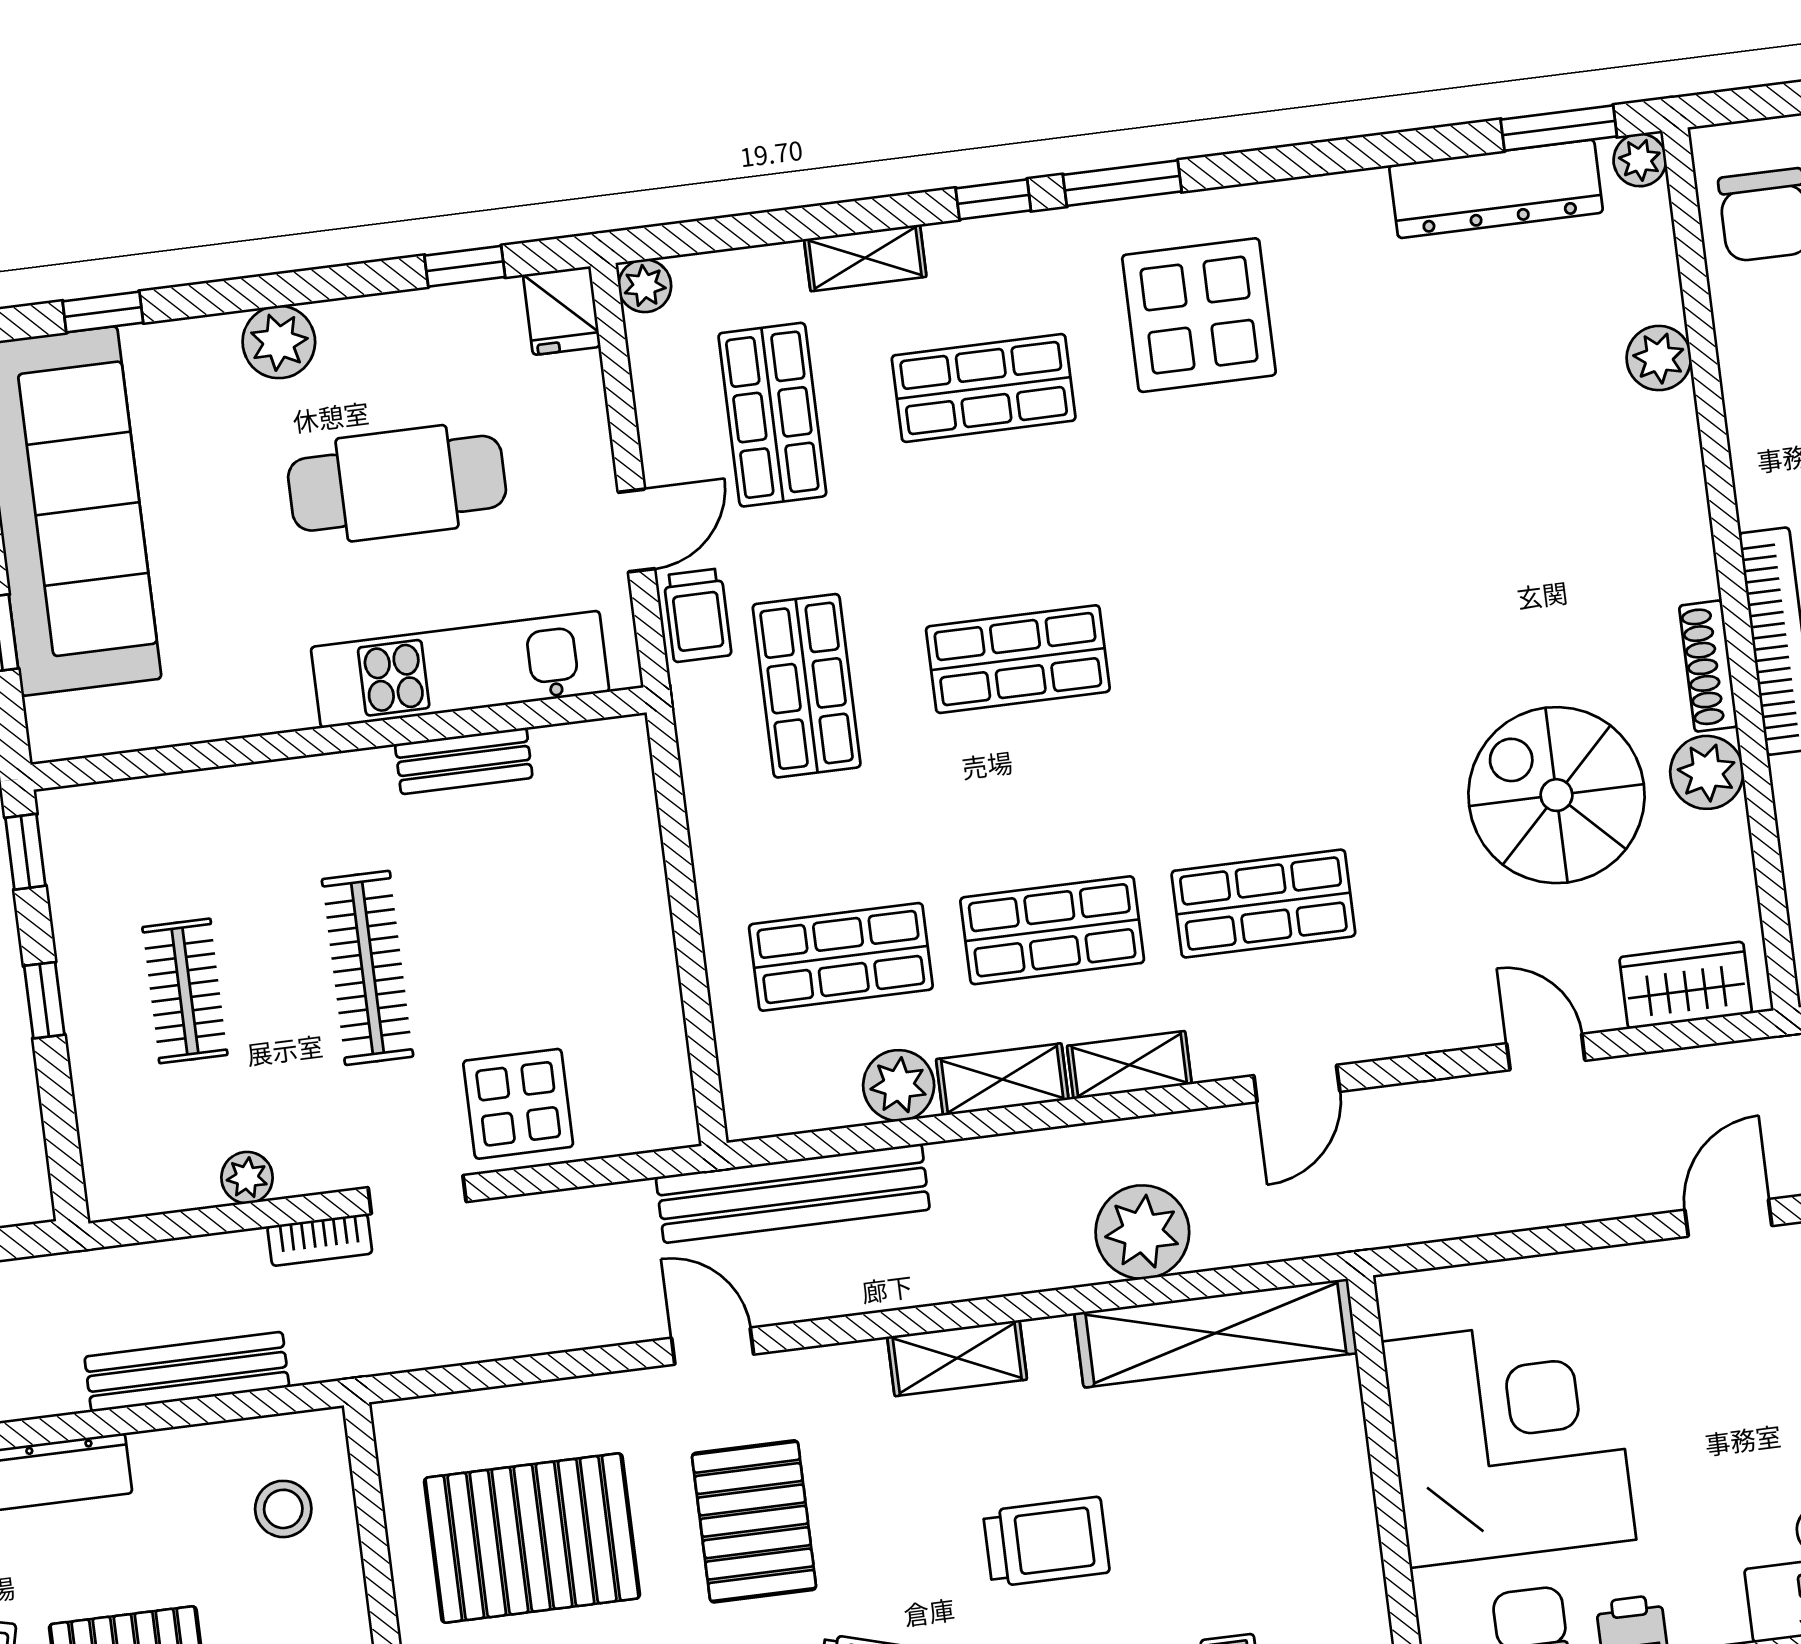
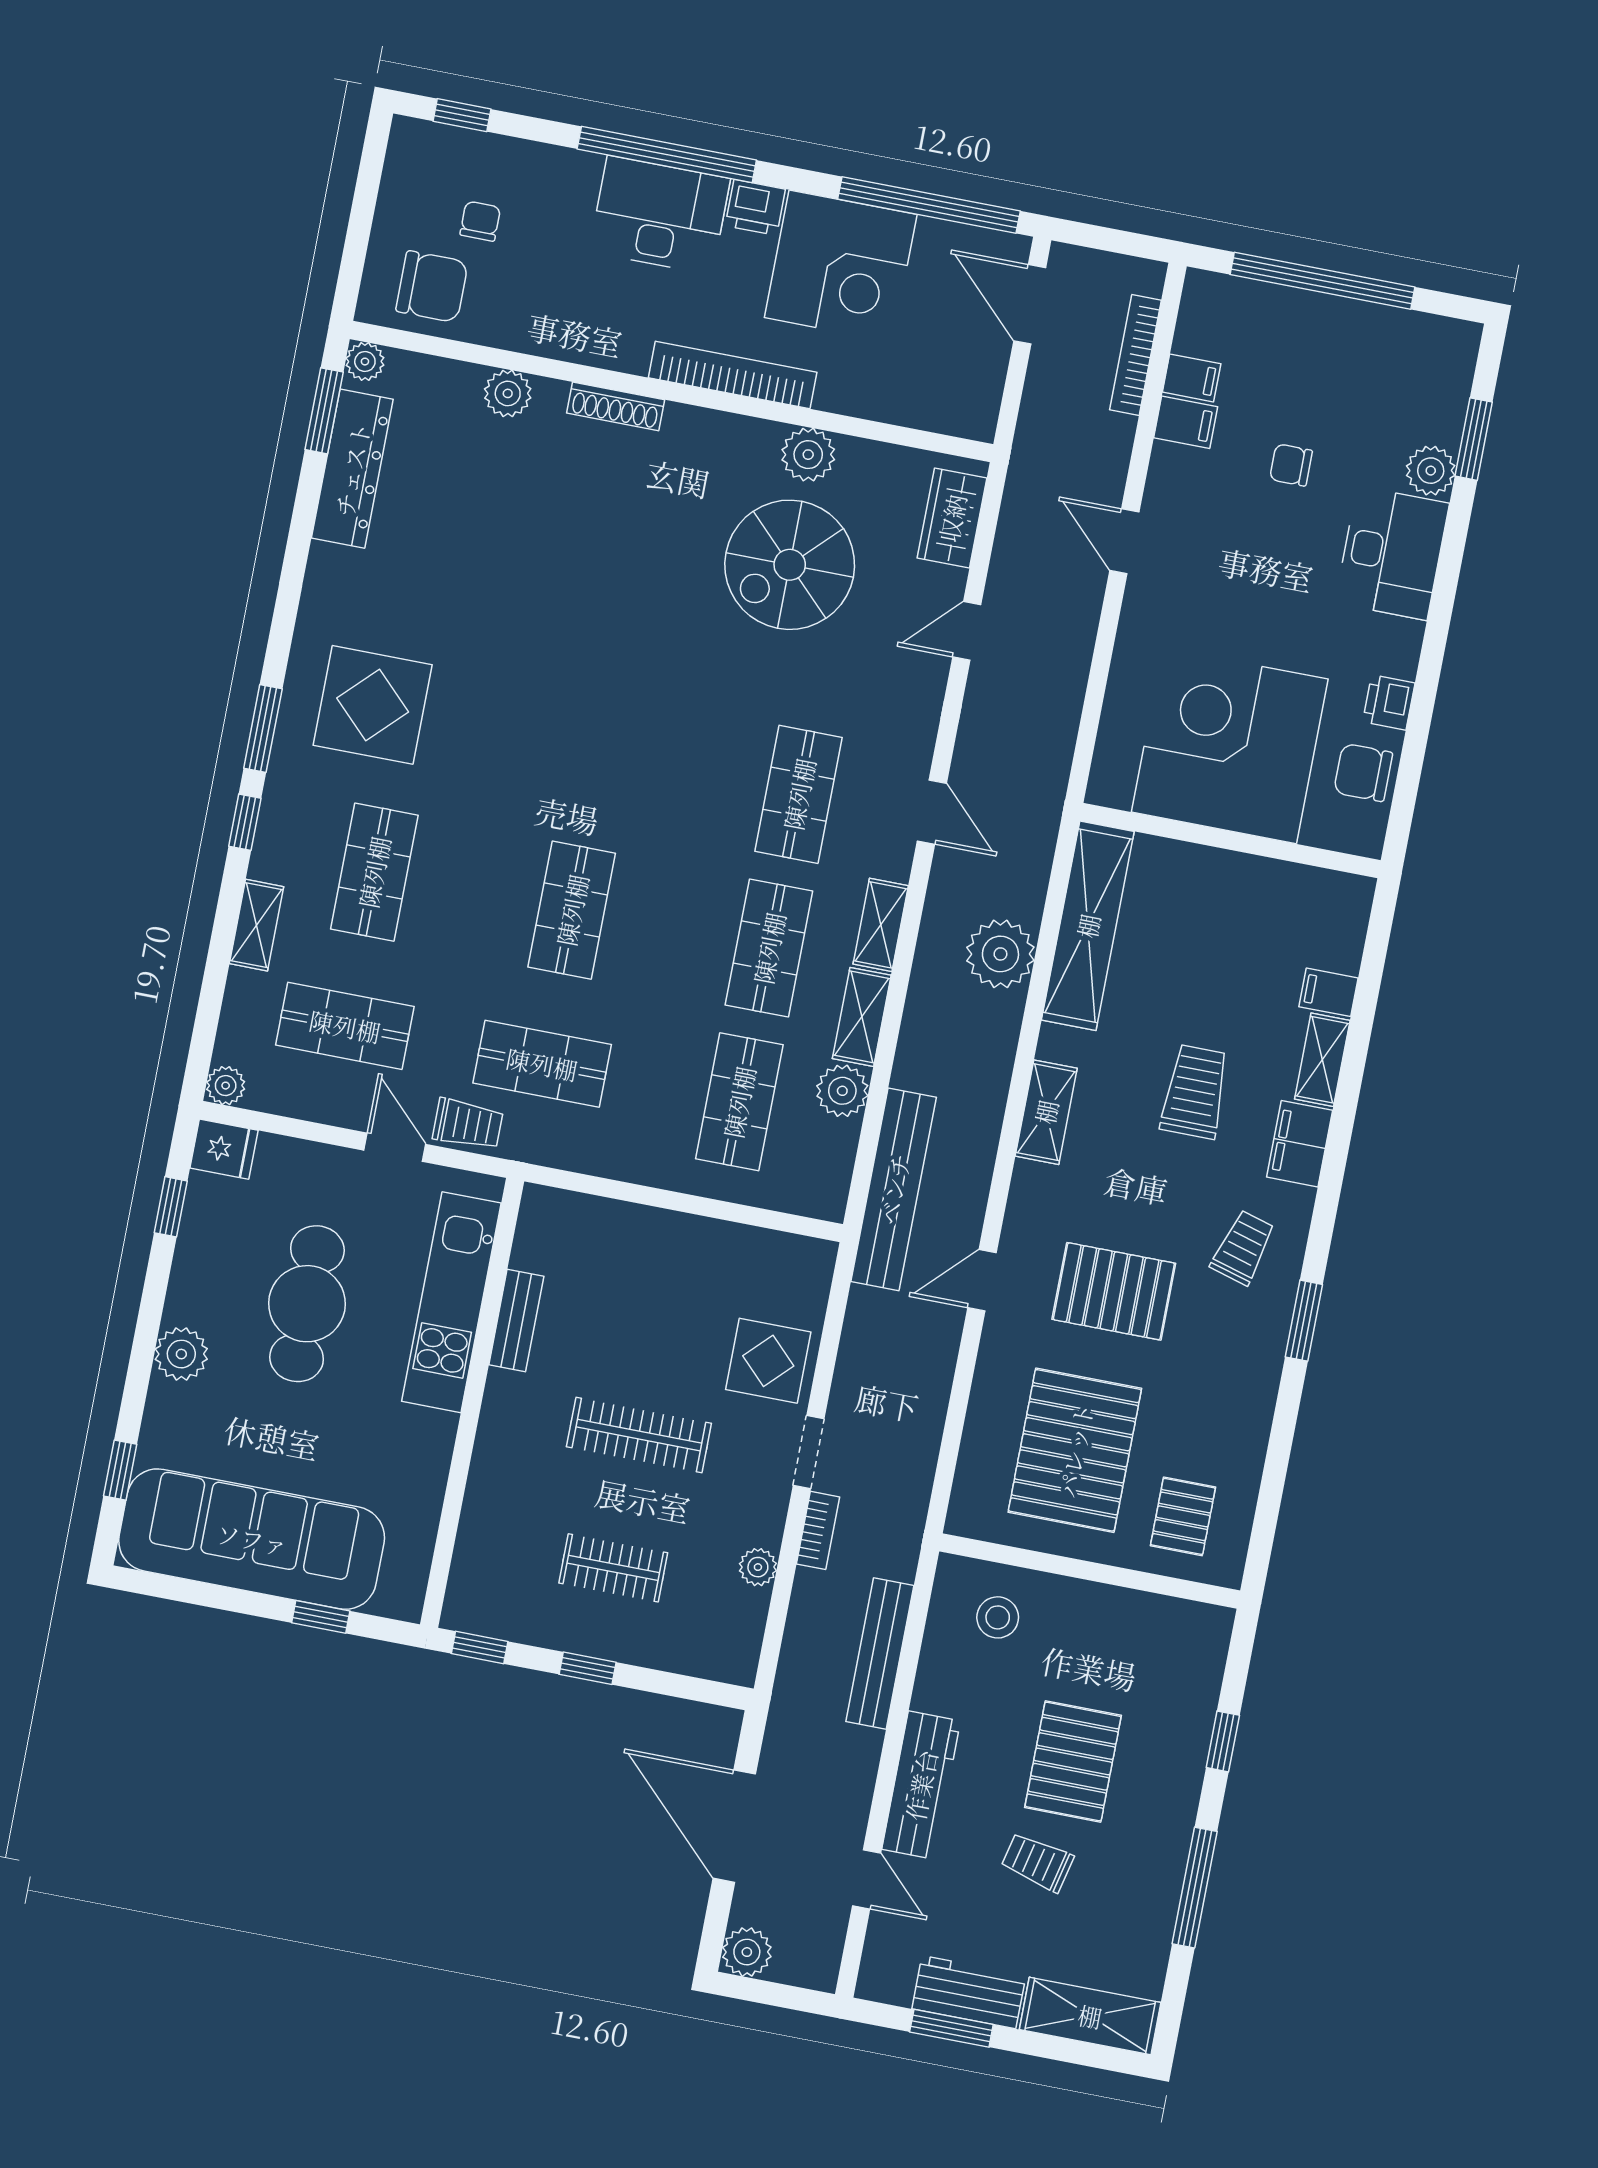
shoe rack: (1708, 666) -> (616, 406), moved

